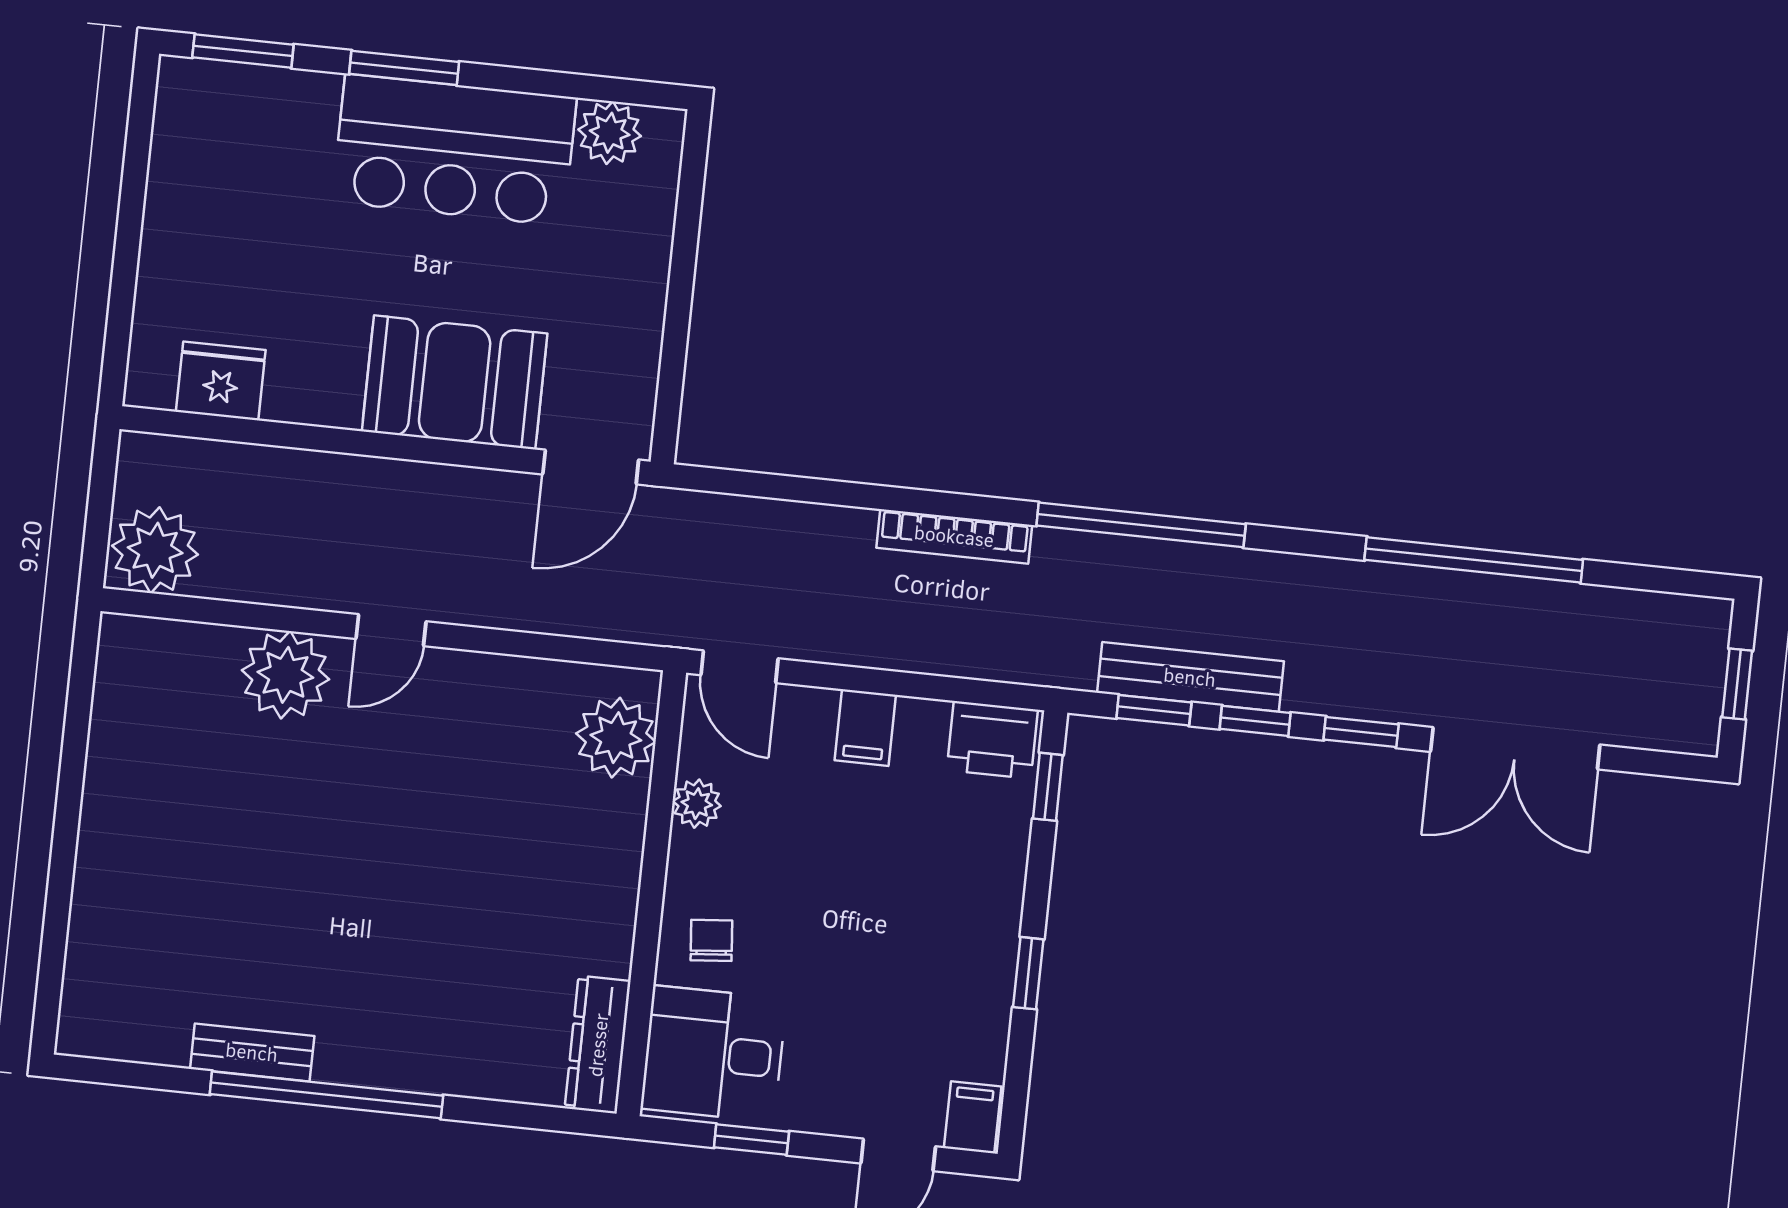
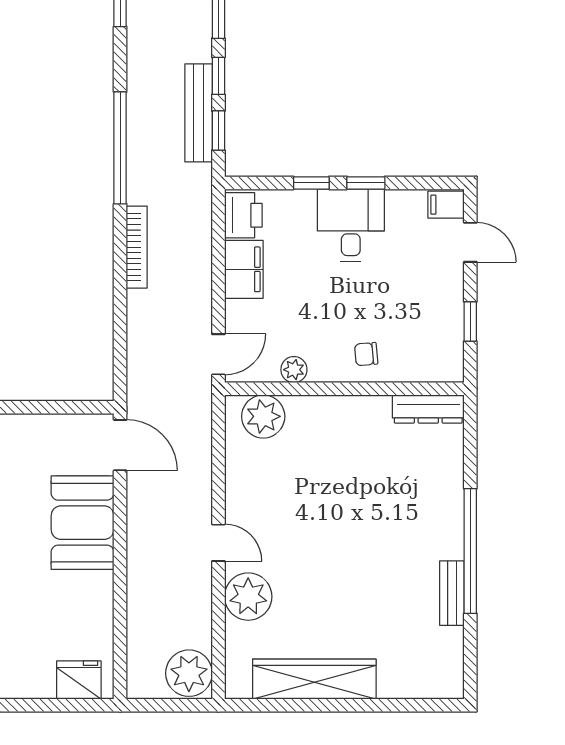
fridge: (221, 381) -> (79, 680), moved, turned 90
filing cabinet: (865, 728) -> (244, 269), width x2.00
wardrobe: (120, 781) -> (314, 679), added
window: (1048, 787) -> (311, 183), moved
desk: (714, 1054) -> (351, 225), moved, turned 180

